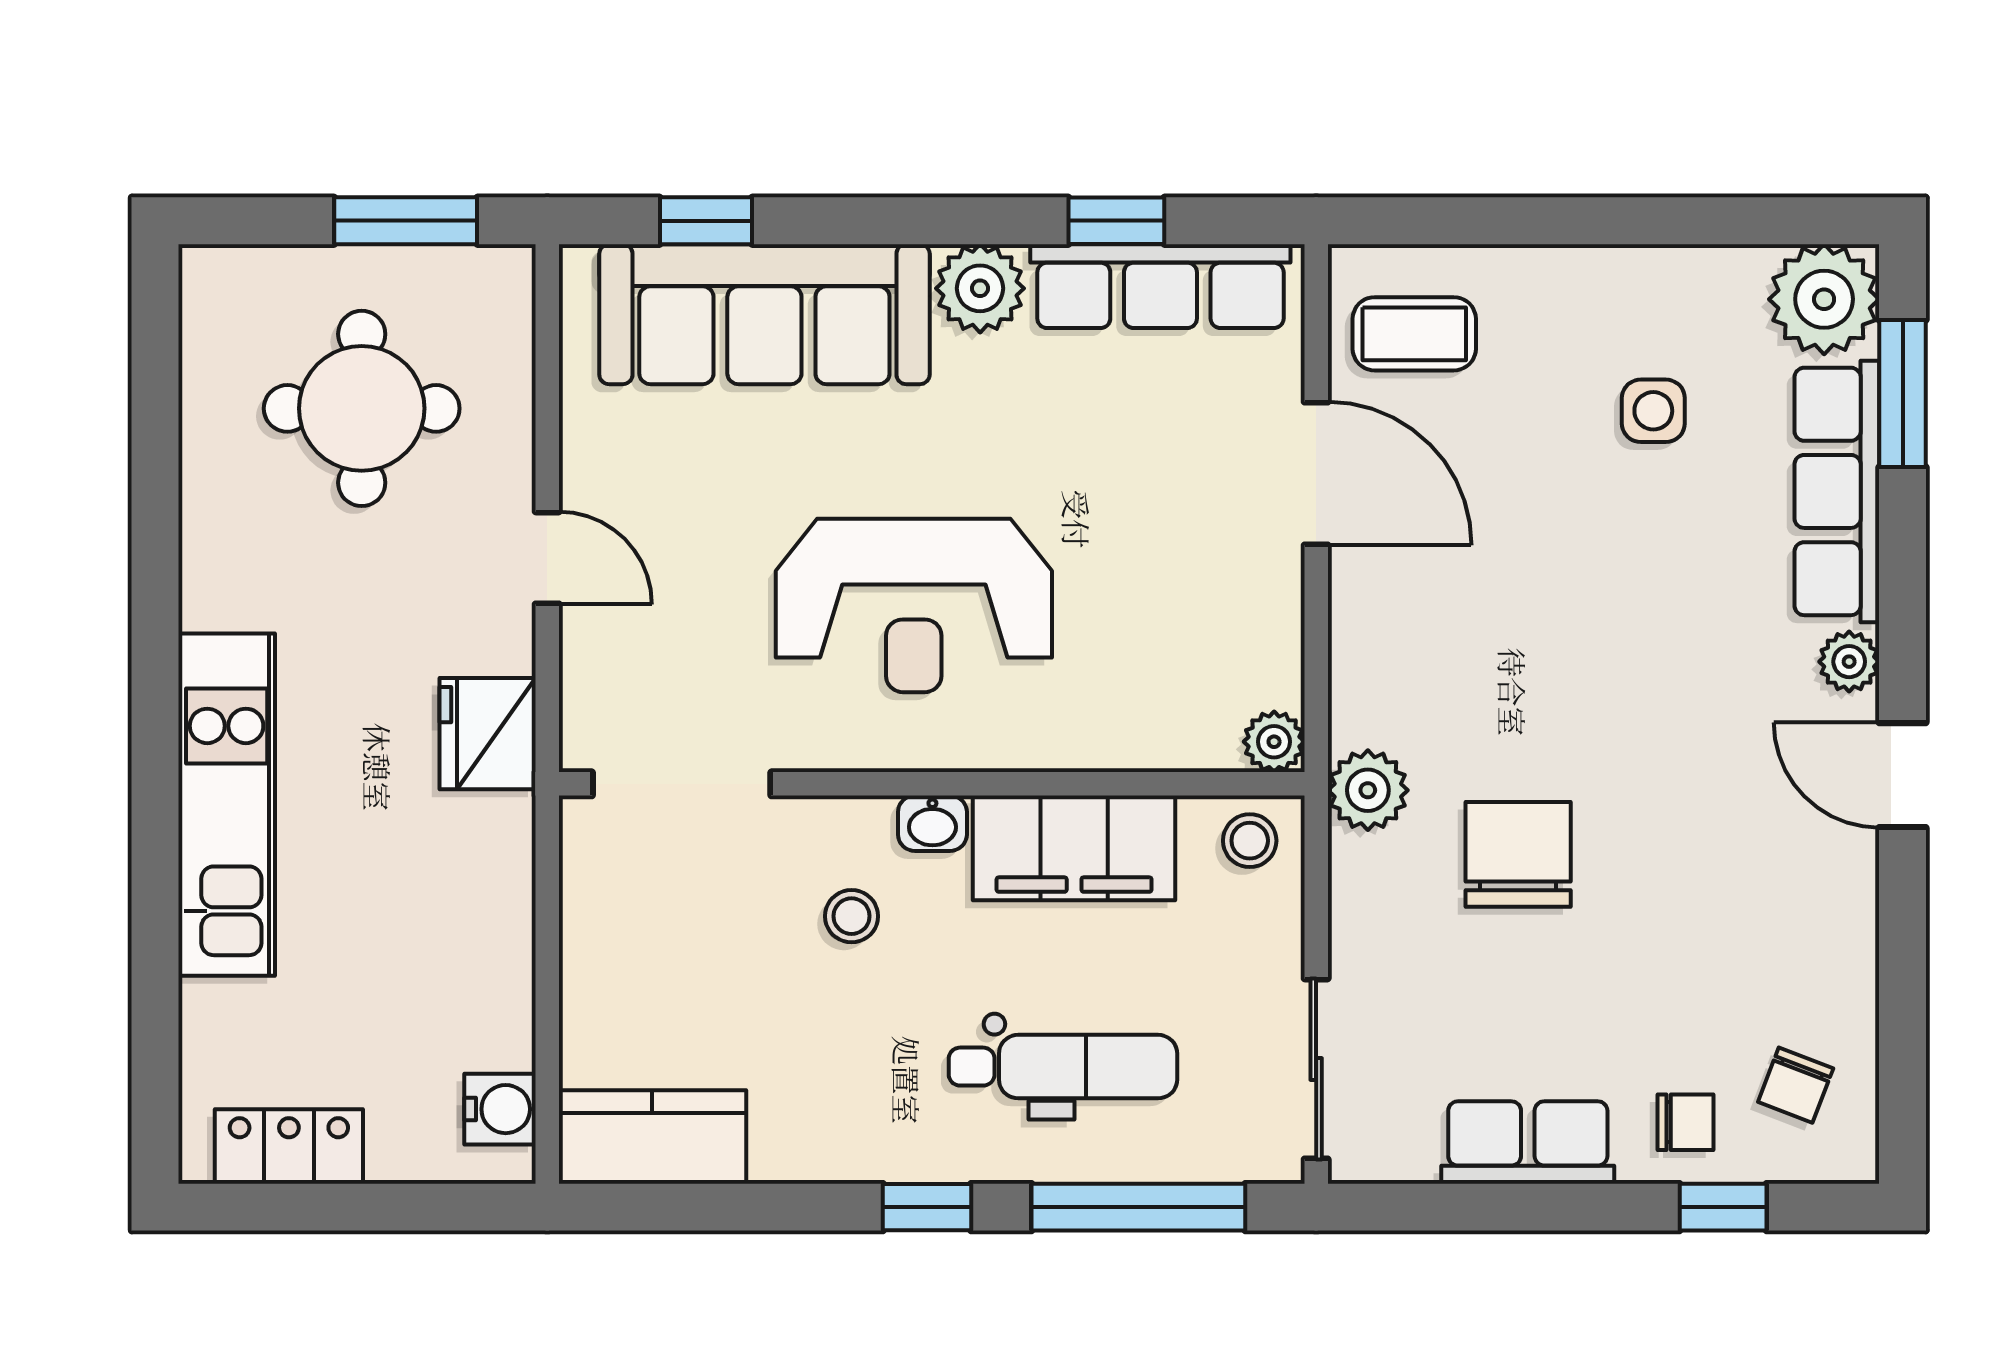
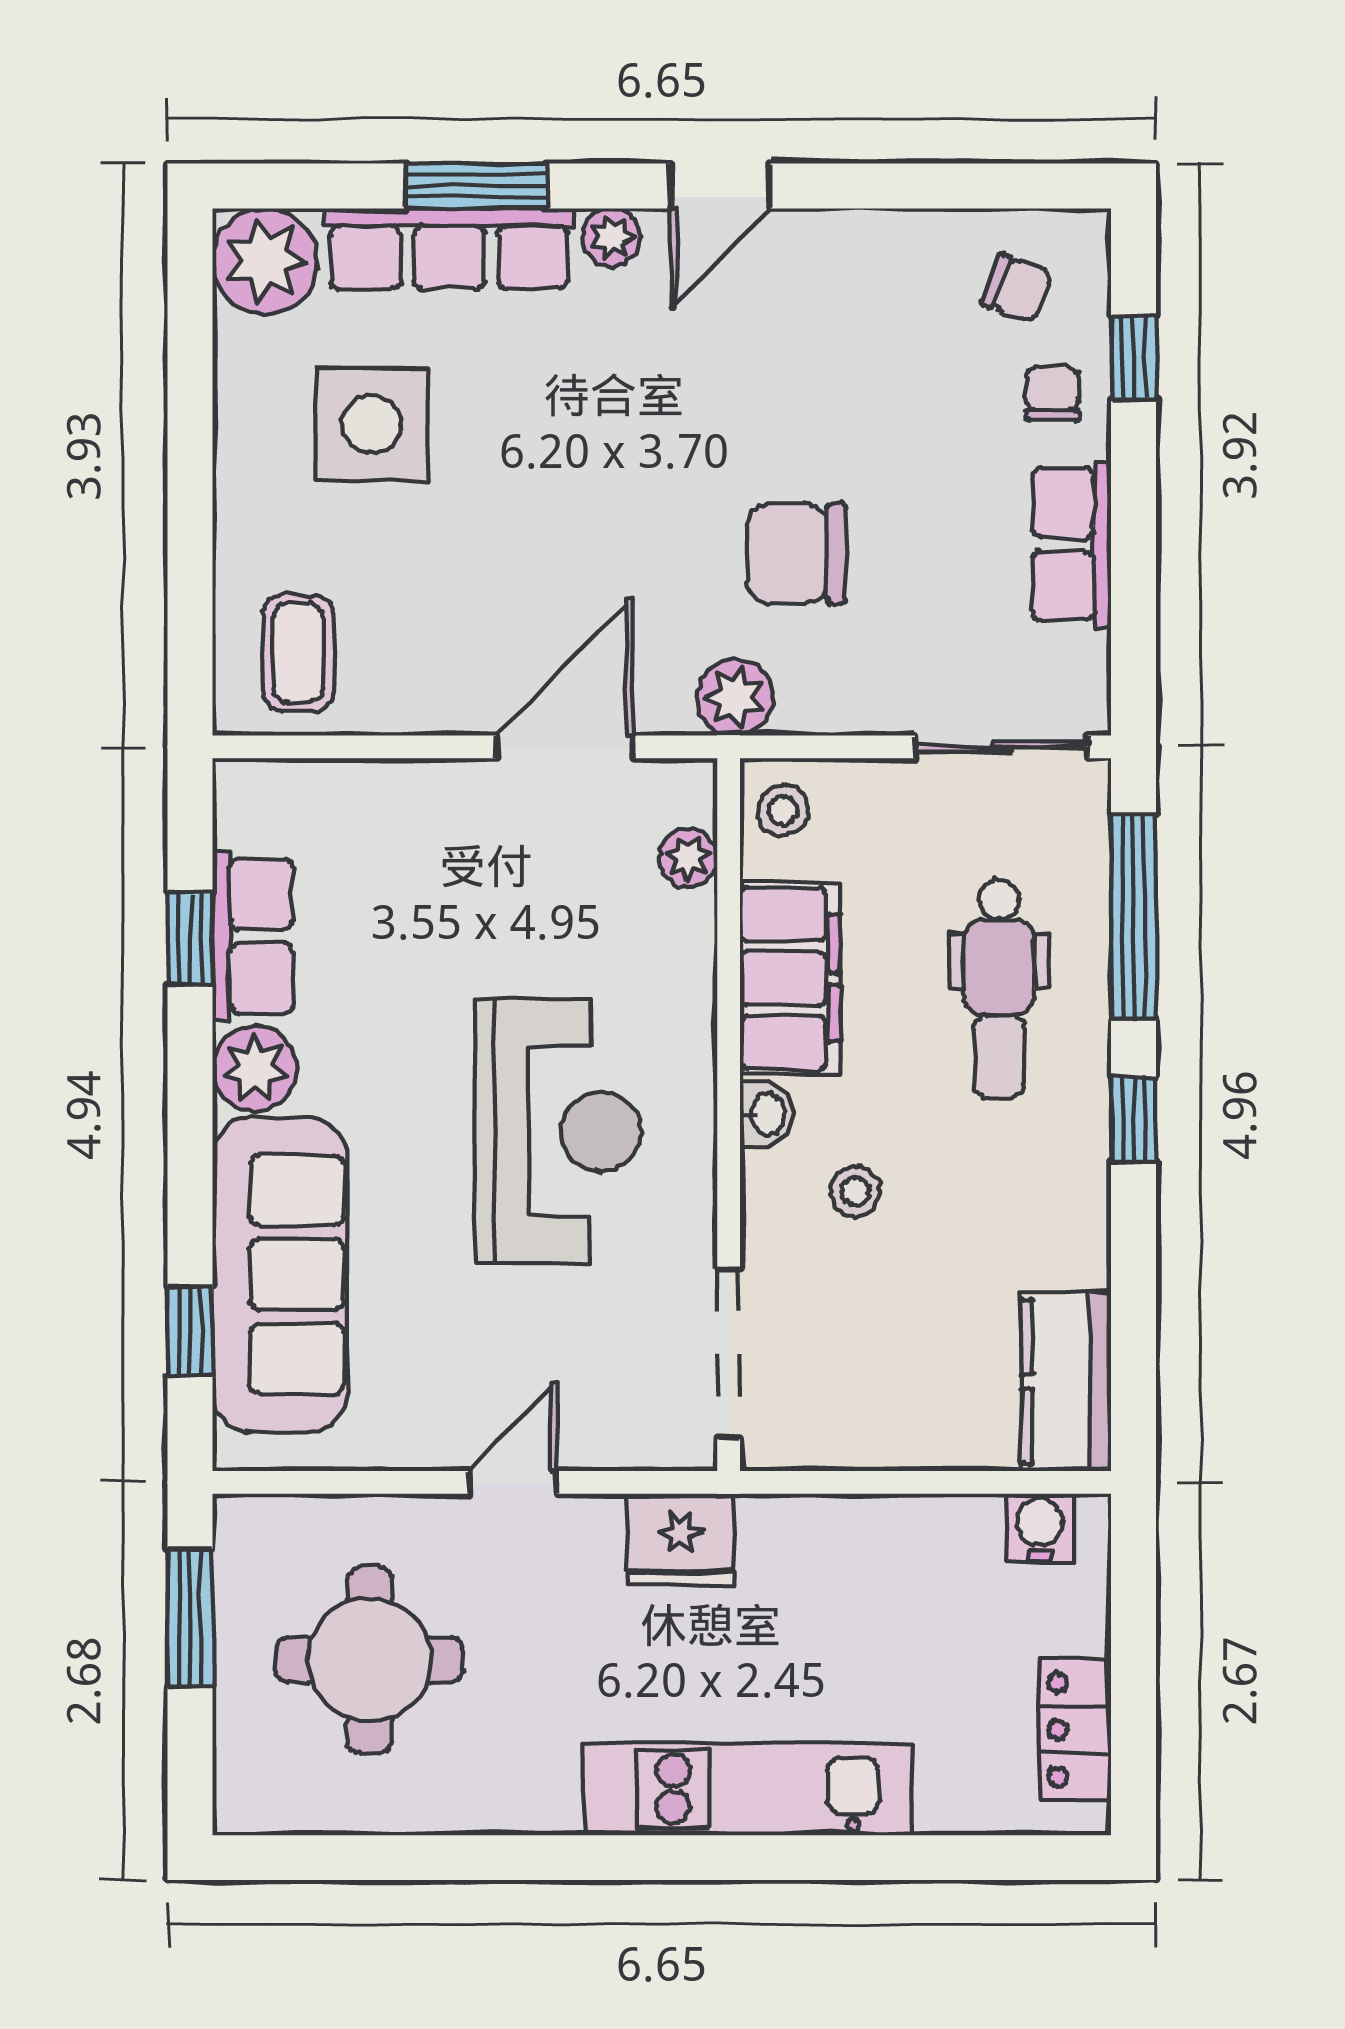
row of seats: (1160, 286) -> (253, 936), width x0.68
window: (1903, 393) -> (476, 186), moved
side table: (1653, 411) -> (372, 424), width x1.87, depth x1.87
door: (1316, 474) -> (564, 747), moved
plant: (1274, 742) -> (688, 858), moved
dental chair: (1063, 1067) -> (999, 989), turned 180

